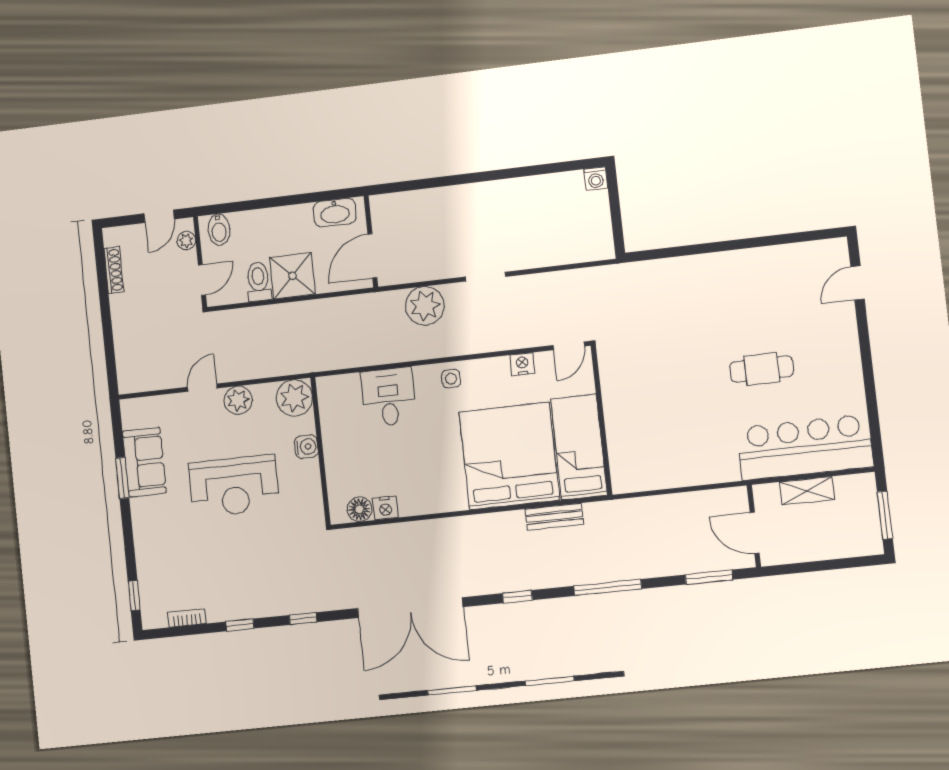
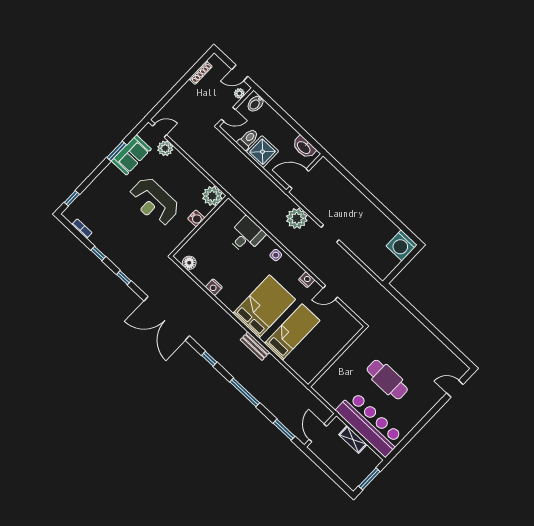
washing machine: (596, 179) -> (402, 245), width x1.89, depth x1.89
cafe table: (762, 369) -> (387, 380), width x1.37, depth x1.35
door: (202, 388) -> (160, 130), moved
plant: (238, 400) -> (165, 148), moved
wall: (601, 420) -> (337, 357), moved
bed: (509, 456) -> (264, 306), width x0.73
nightstand: (385, 508) -> (214, 287), moved

